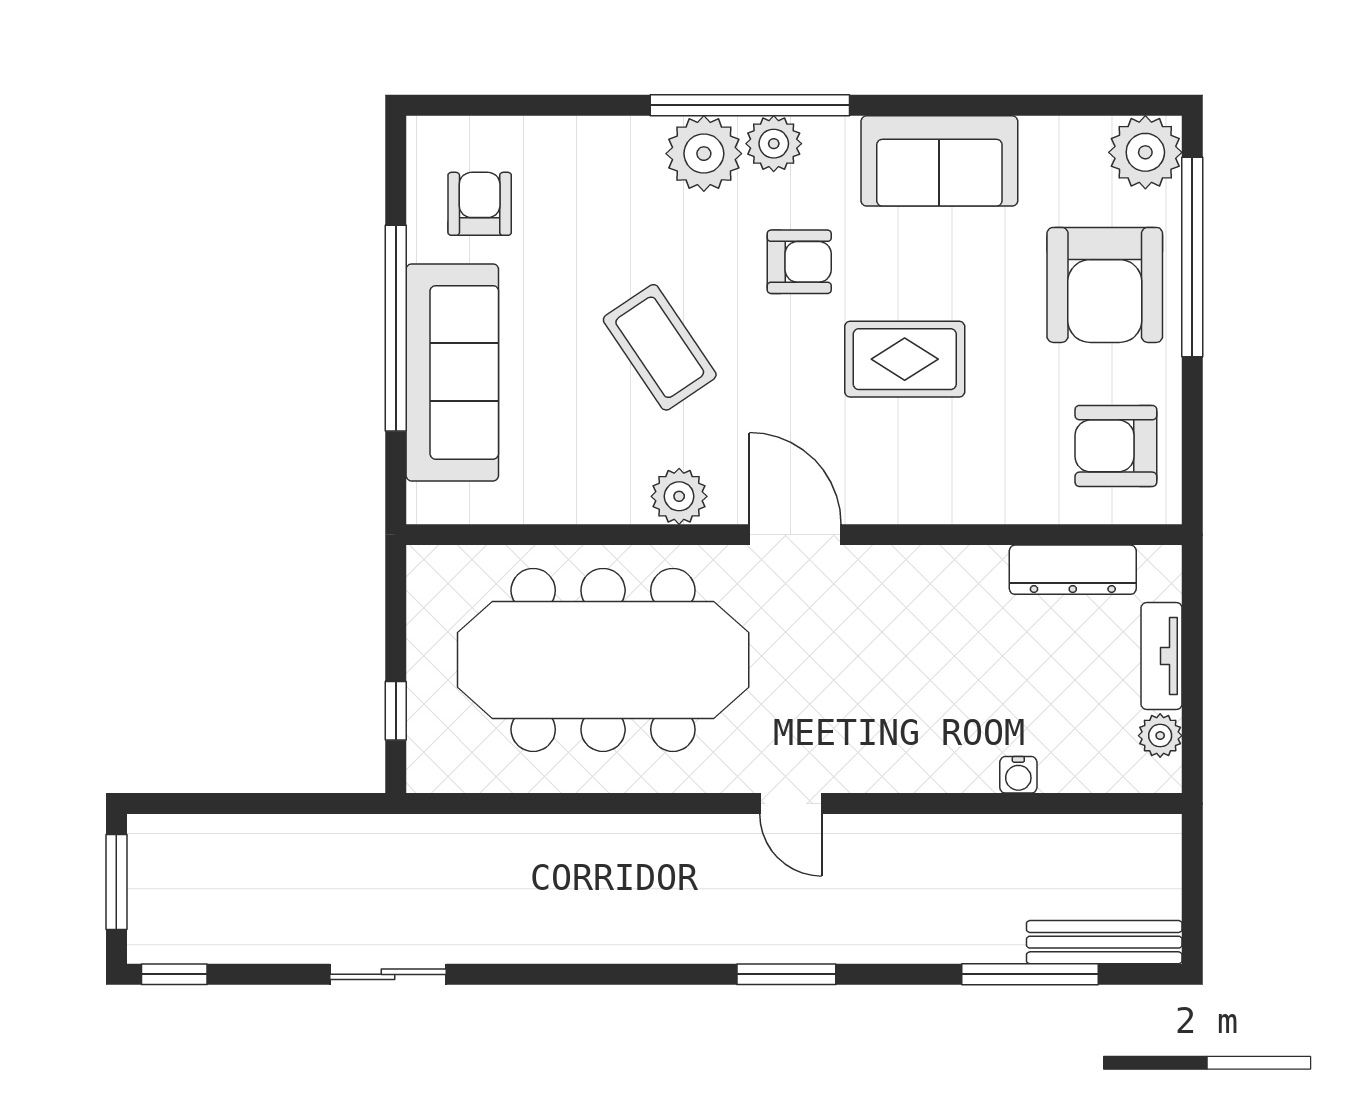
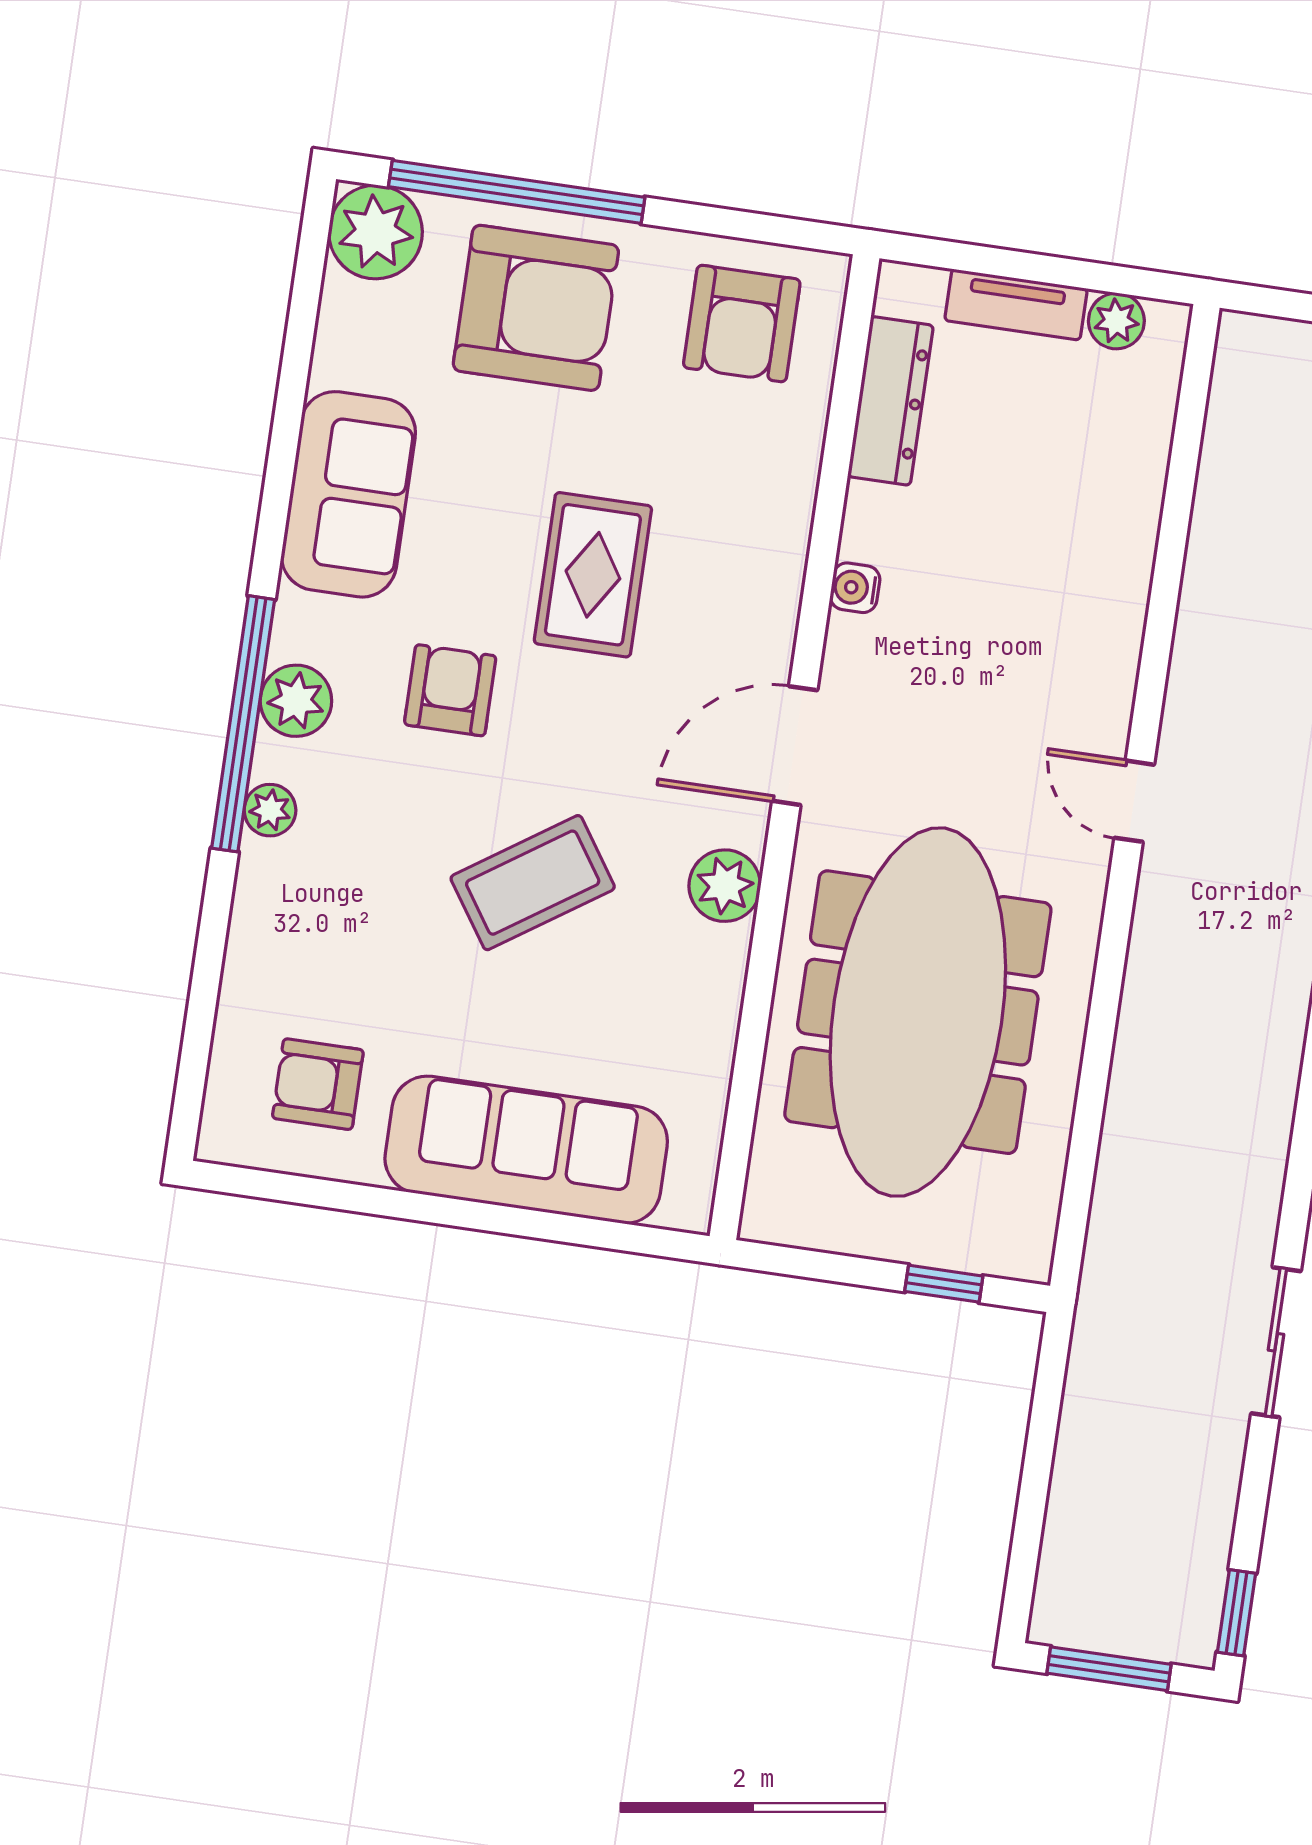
plant: (704, 154) -> (270, 810), width x0.53, depth x0.53
window: (396, 328) -> (460, 1213), removed
water cooler: (1018, 775) -> (855, 588), moved, turned 180
door: (791, 804) -> (1134, 801), swing flipped

